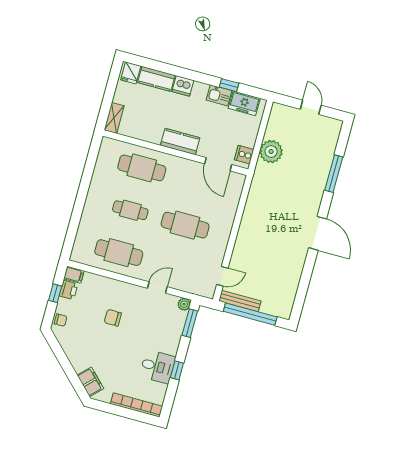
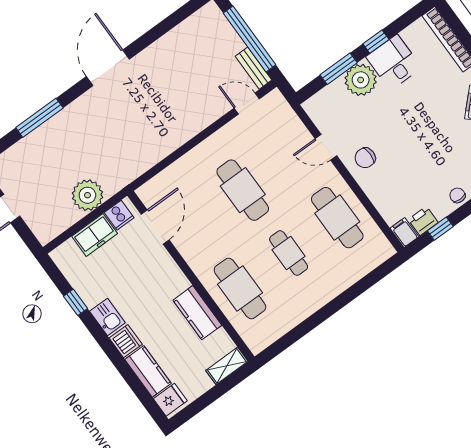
kitchen sink: (219, 95) -> (107, 317), moved
freezer: (244, 103) -> (95, 235), moved, turned 90
kitchen counter: (180, 142) -> (197, 313), moved
bench: (240, 301) -> (253, 68), width x0.73
plant: (184, 304) -> (361, 80), moved, width x1.87, depth x1.87
chair: (113, 318) -> (365, 158), moved, turned 90
window: (190, 323) -> (339, 69), moved

